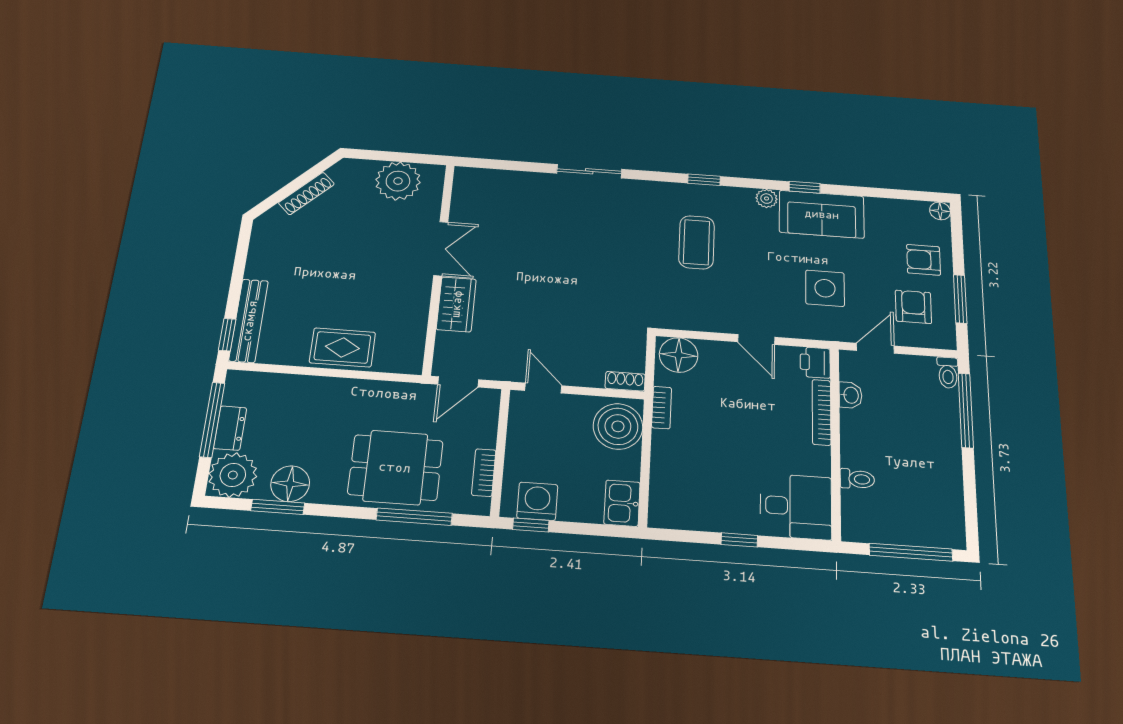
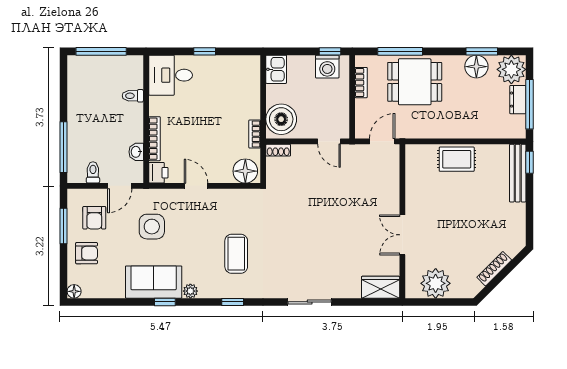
wardrobe: (456, 304) -> (381, 287), moved, turned 90
toilet: (948, 373) -> (93, 172), moved

